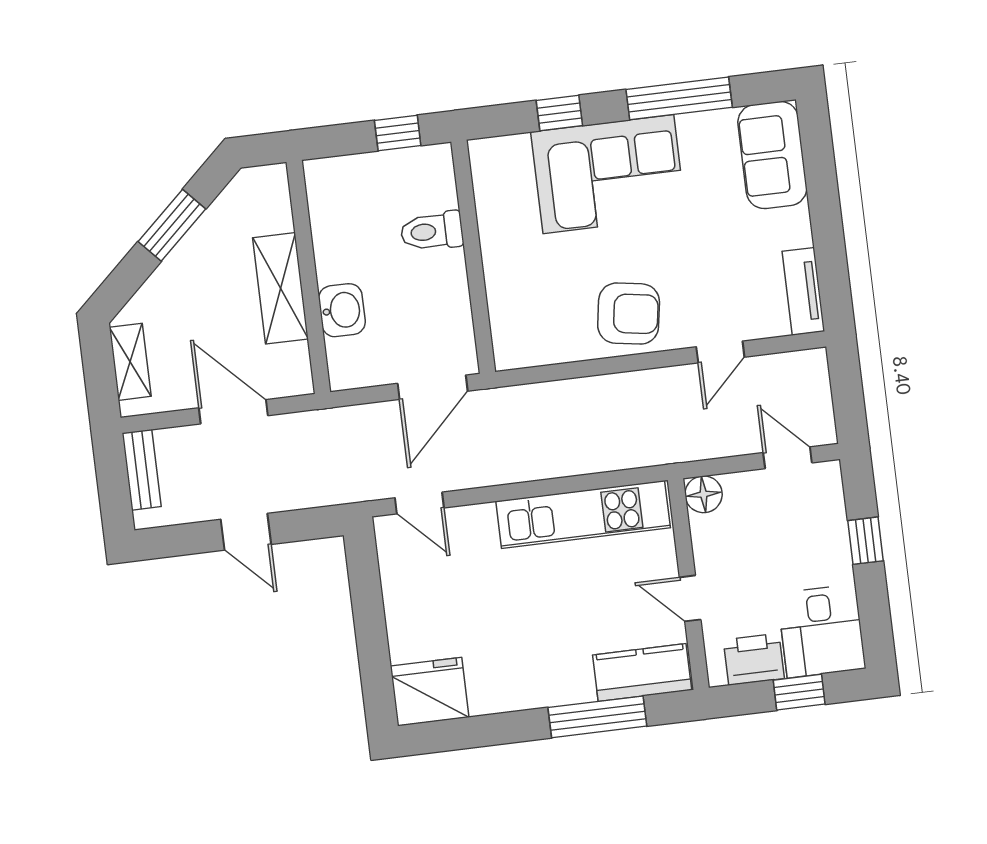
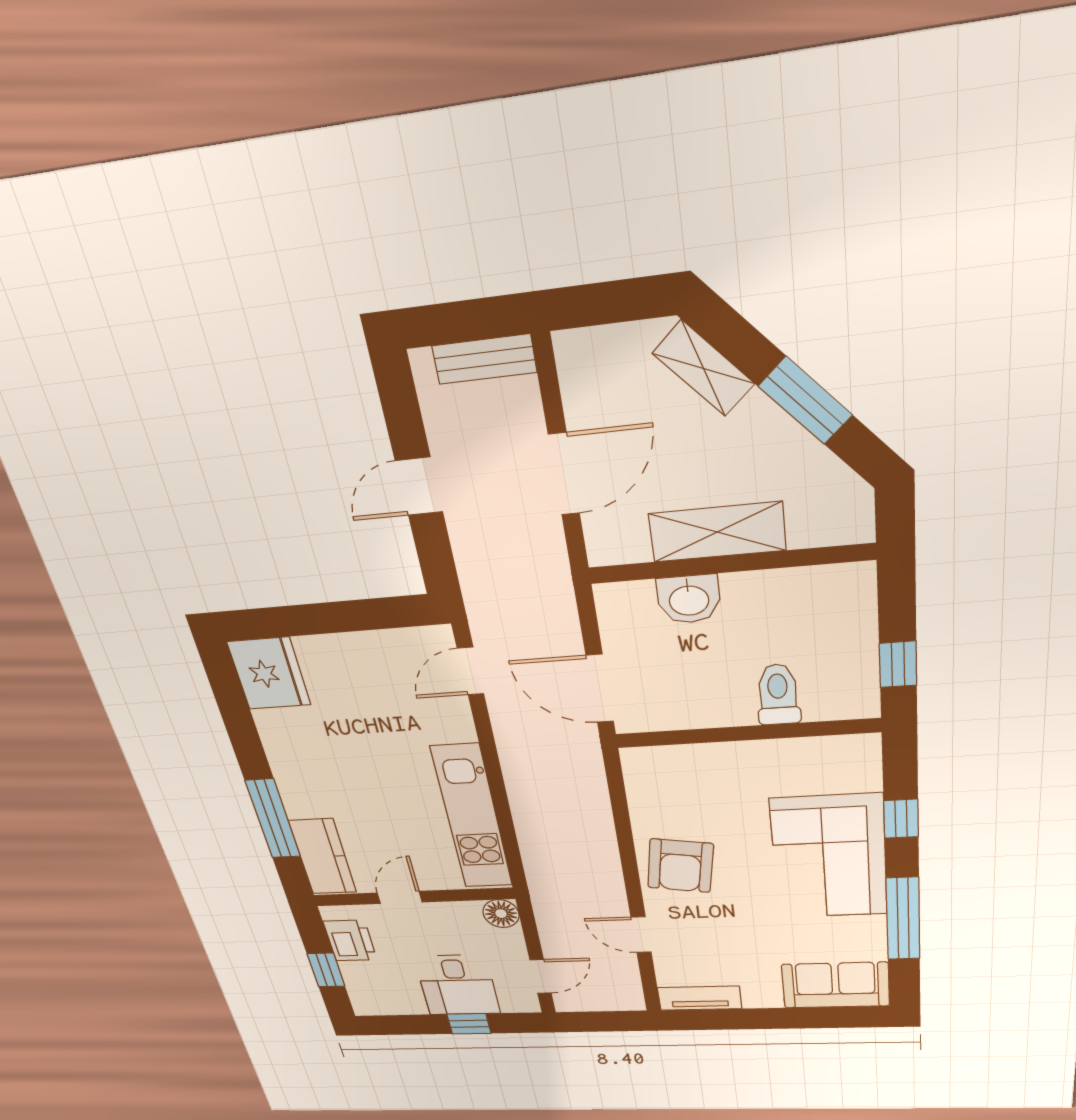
shelving: (130, 362) -> (704, 369), moved, turned 47
desk: (821, 631) -> (457, 985), moved, turned -90

